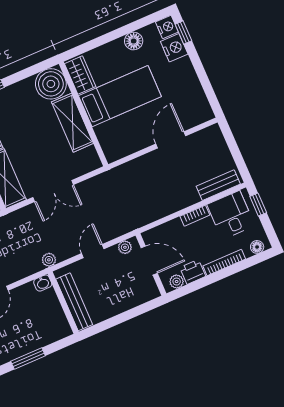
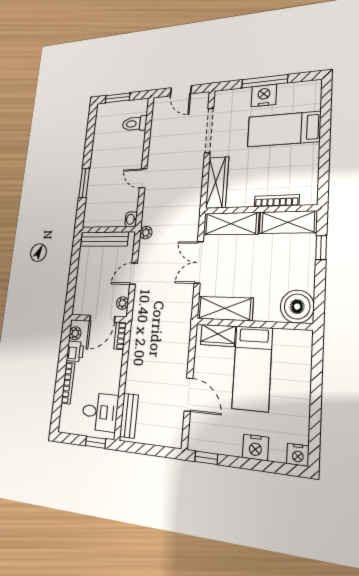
window: (183, 32) -> (206, 458), moved
floor lamp: (134, 41) -> (300, 412), removed
nightstand: (174, 48) -> (255, 447), moved
wardrobe: (80, 75) -> (218, 335), moved
shelving: (72, 123) -> (225, 308), moved
bookcase: (195, 216) -> (120, 336), moved
floor lamp: (257, 247) -> (65, 419), removed
door: (93, 251) -> (134, 274), swing flipped

